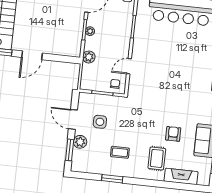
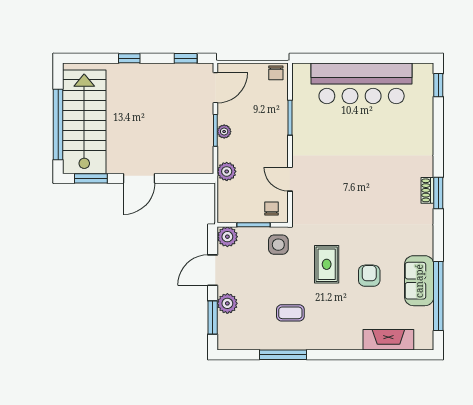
door: (129, 66) -> (290, 179), hinge flipped
plant: (85, 99) -> (227, 237), added
door: (73, 119) -> (213, 270), hinge flipped
side table: (100, 122) -> (278, 245), moved
rug: (157, 158) -> (327, 264), moved
window: (112, 179) -> (283, 355), width x1.44

